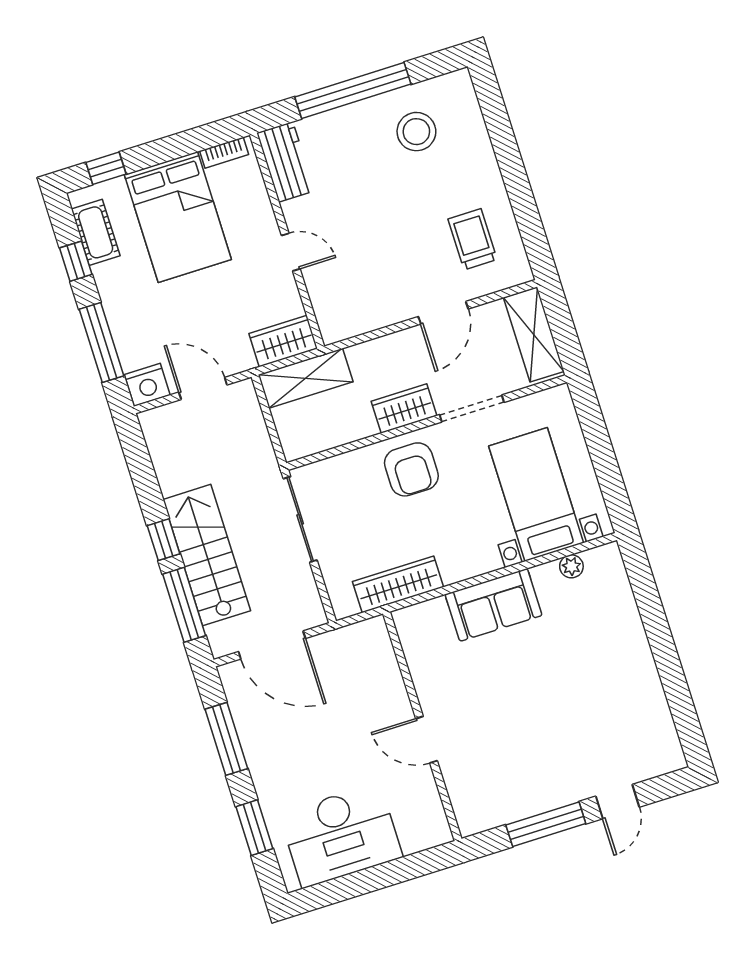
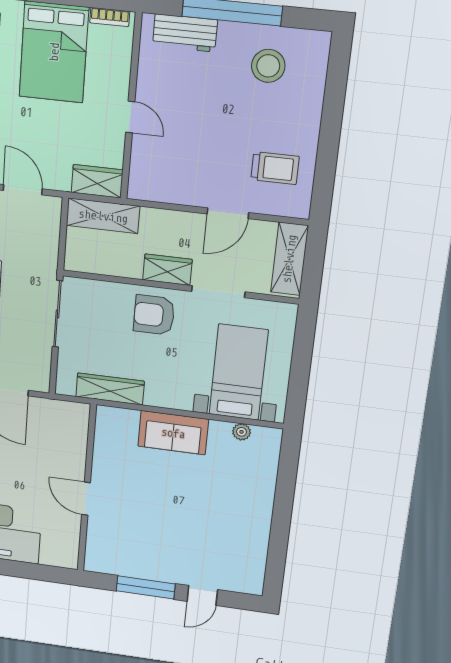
workbench: (286, 162) -> (185, 33), moved, turned 90
trolley: (473, 239) -> (275, 168), turned 90
armchair: (411, 469) -> (154, 315), turned 90

